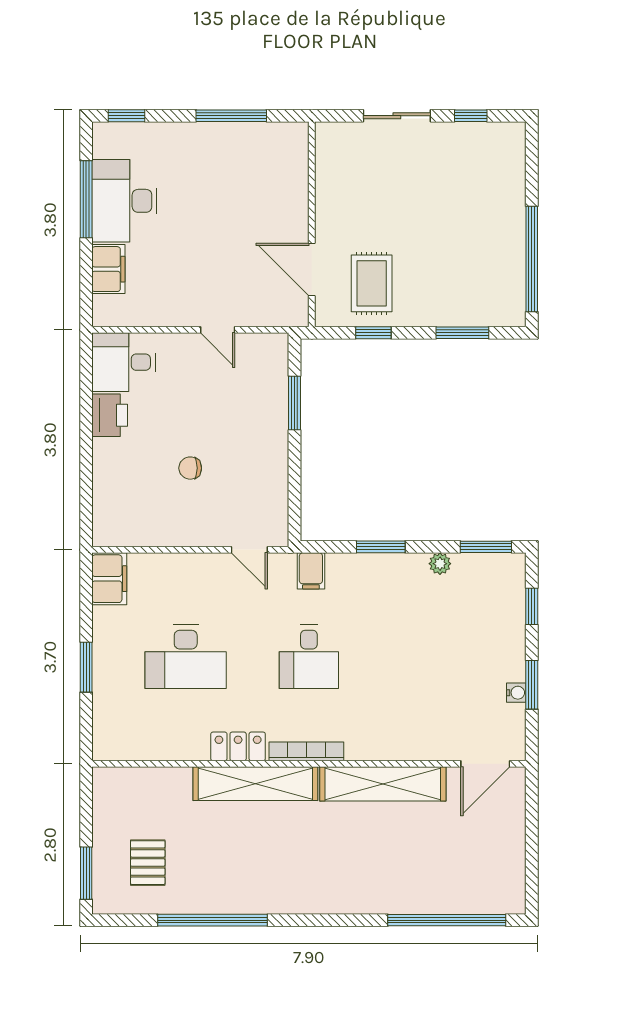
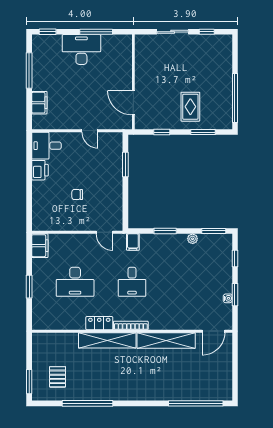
desk: (124, 201) -> (81, 50), moved, turned 90
rug: (372, 283) -> (190, 107), moved

